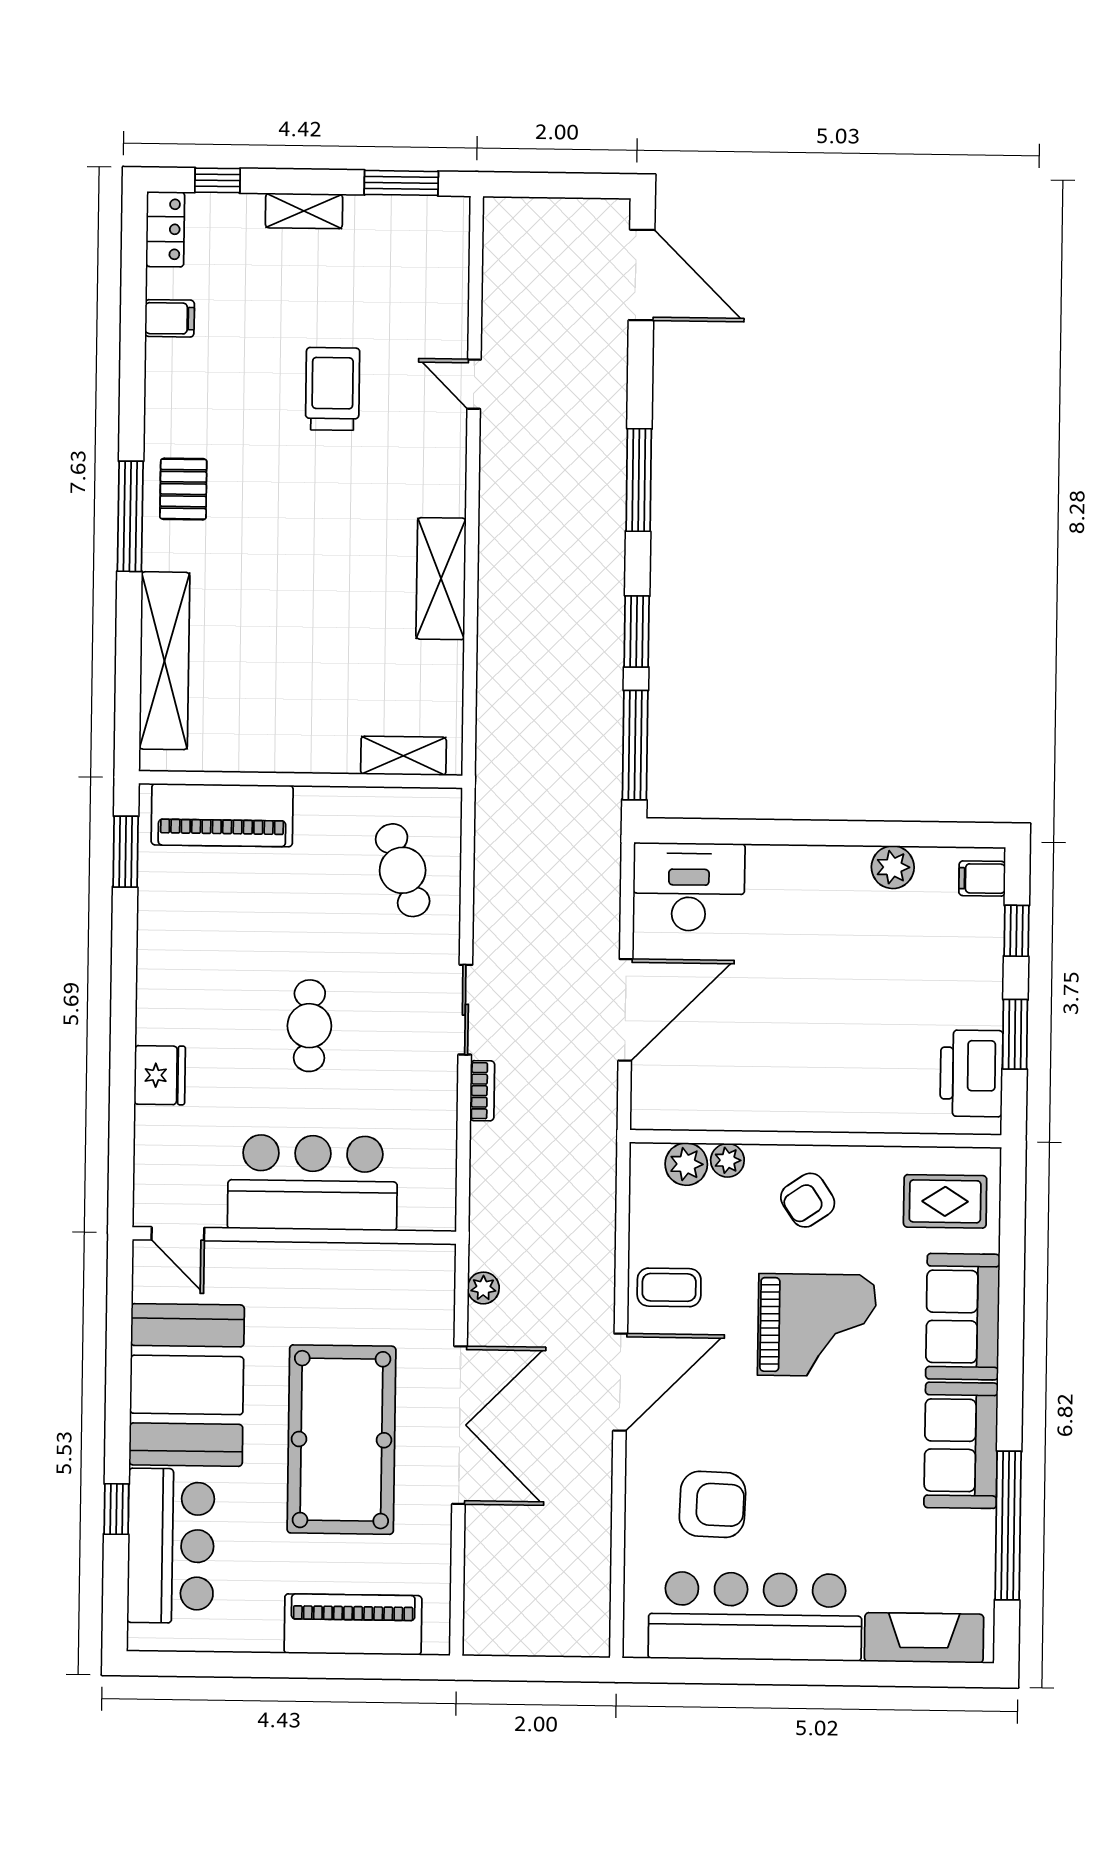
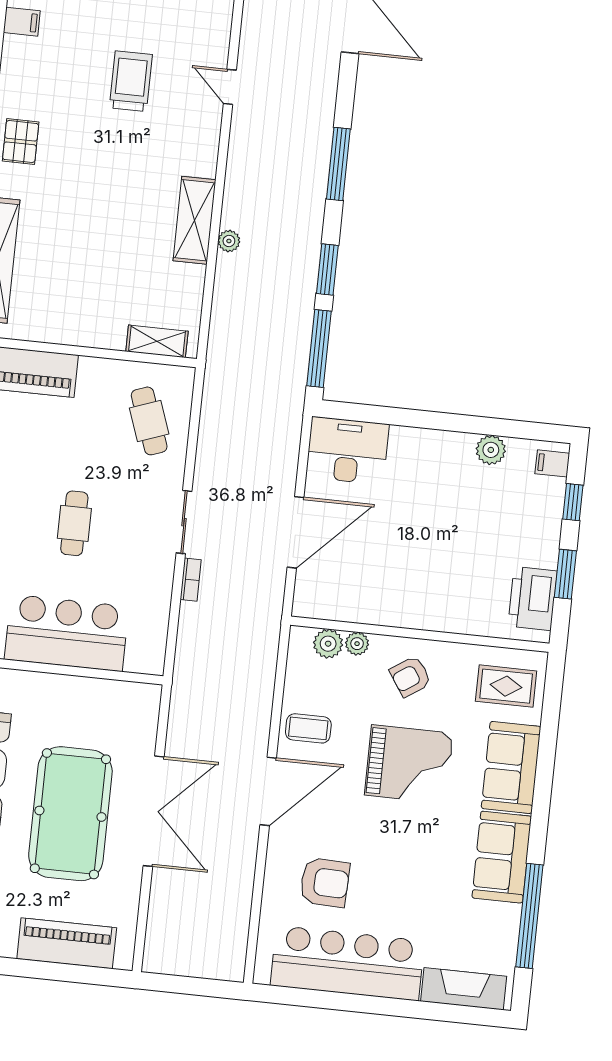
plant: (483, 1288) -> (229, 241), moved

